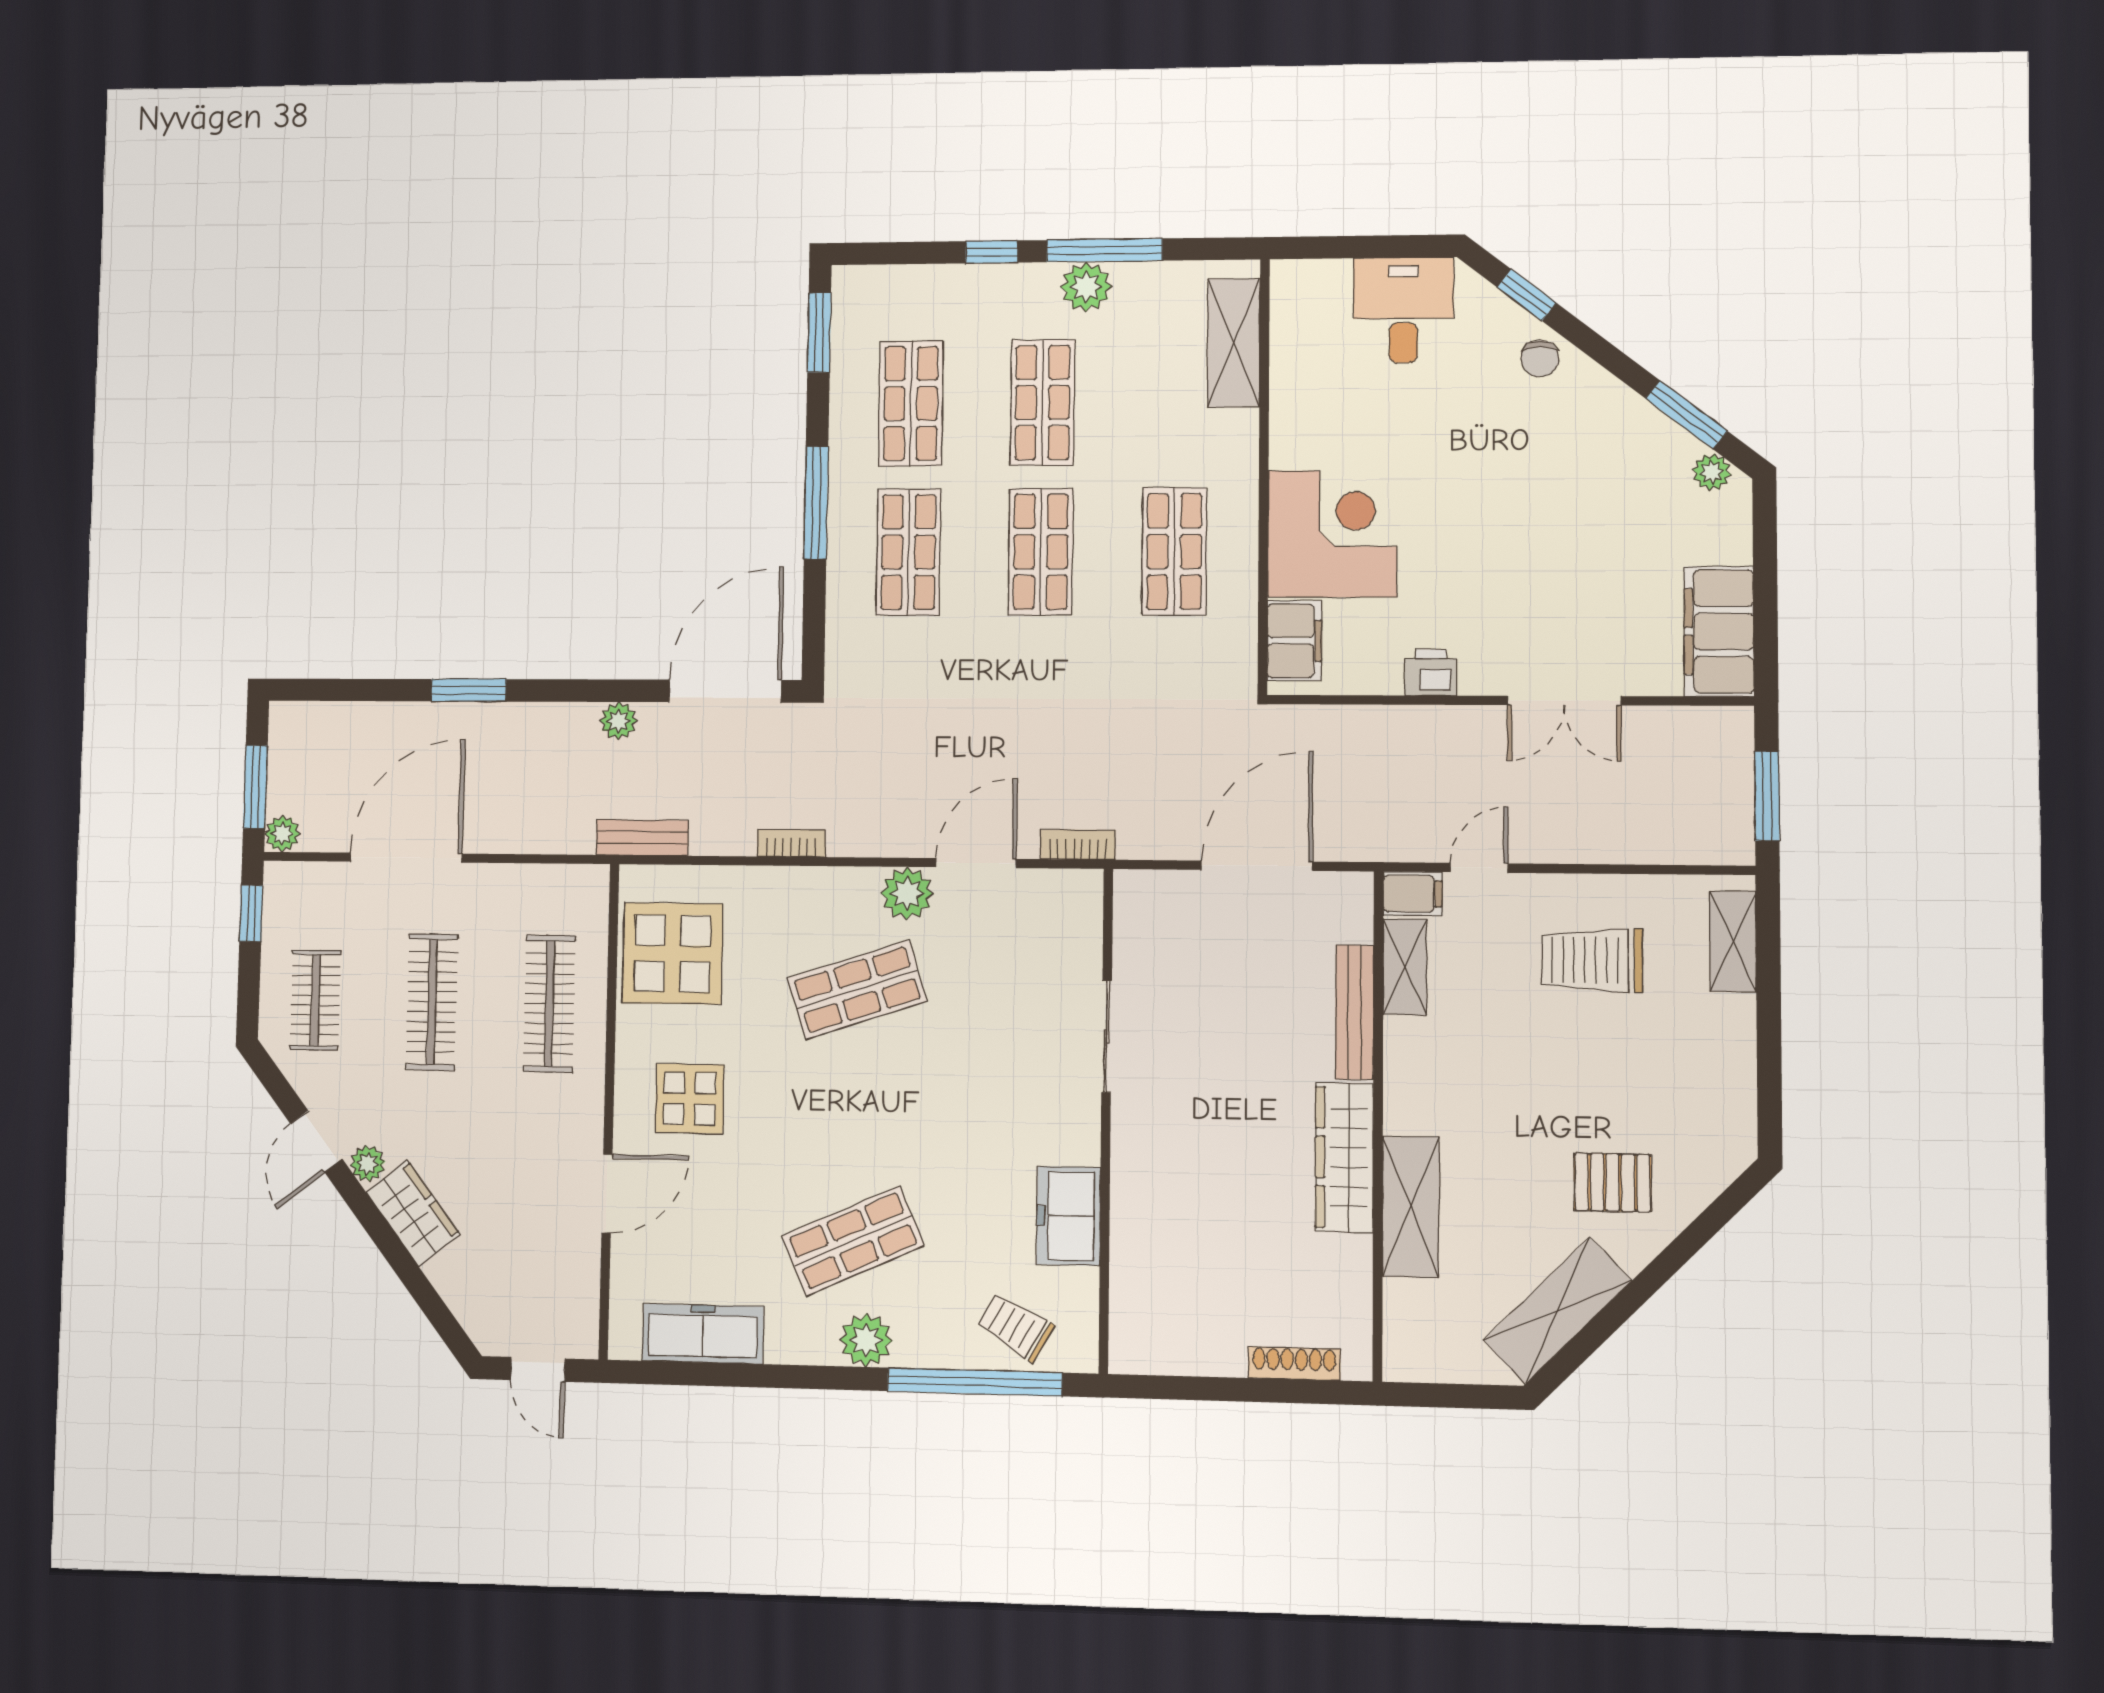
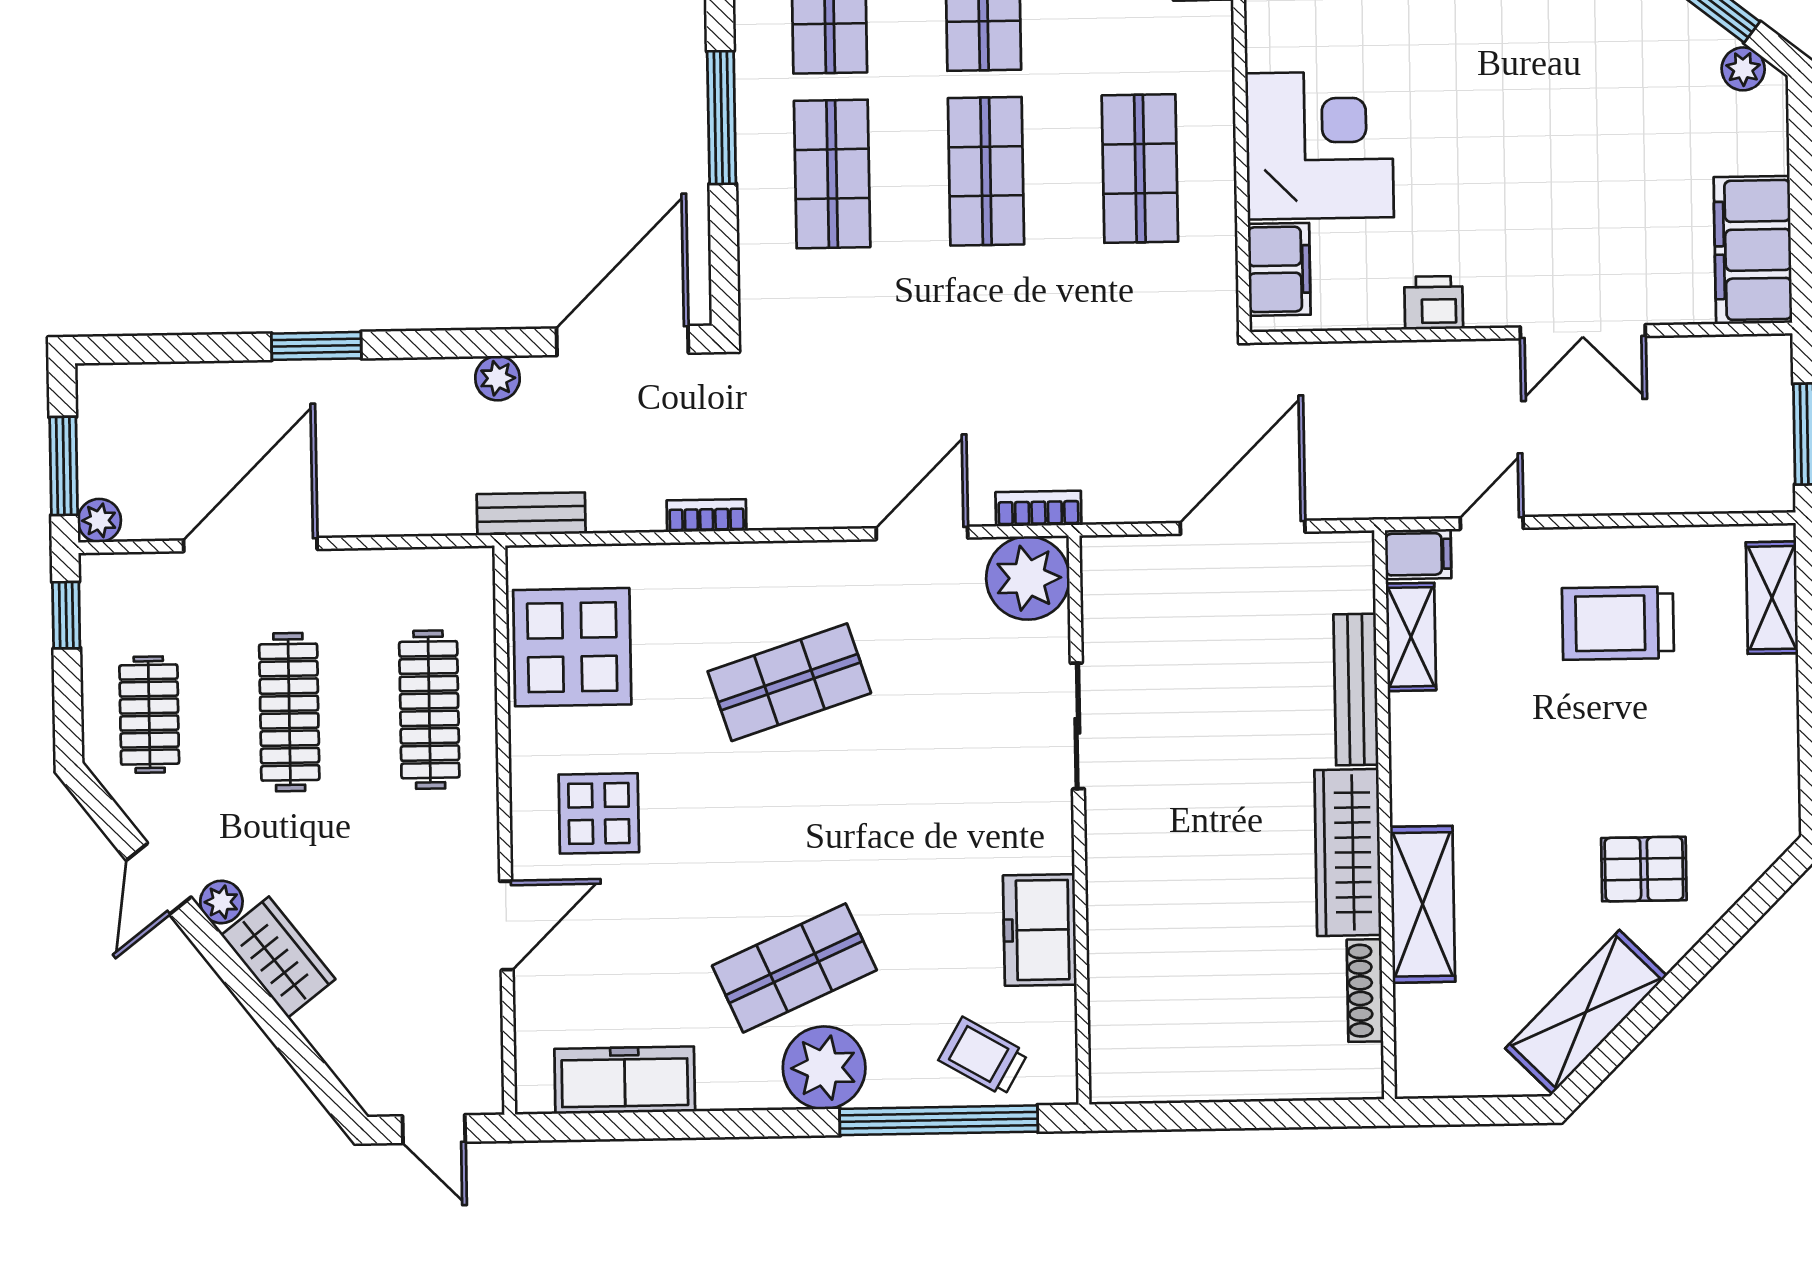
plant: (907, 894) -> (1028, 578), moved, width x1.36, depth x1.36
plant: (866, 1340) -> (824, 1068), width x1.36, depth x1.36
shoe rack: (1294, 1363) -> (1365, 991), moved, turned -90

